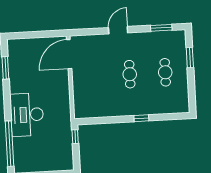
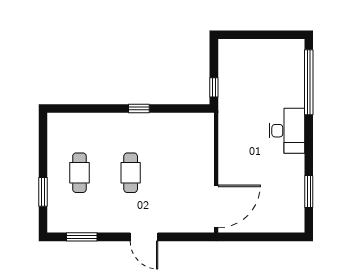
door: (118, 30) -> (144, 237), hinge flipped
desk: (27, 115) -> (287, 131), width x0.73, depth x0.77
window: (141, 118) -> (139, 109), moved

